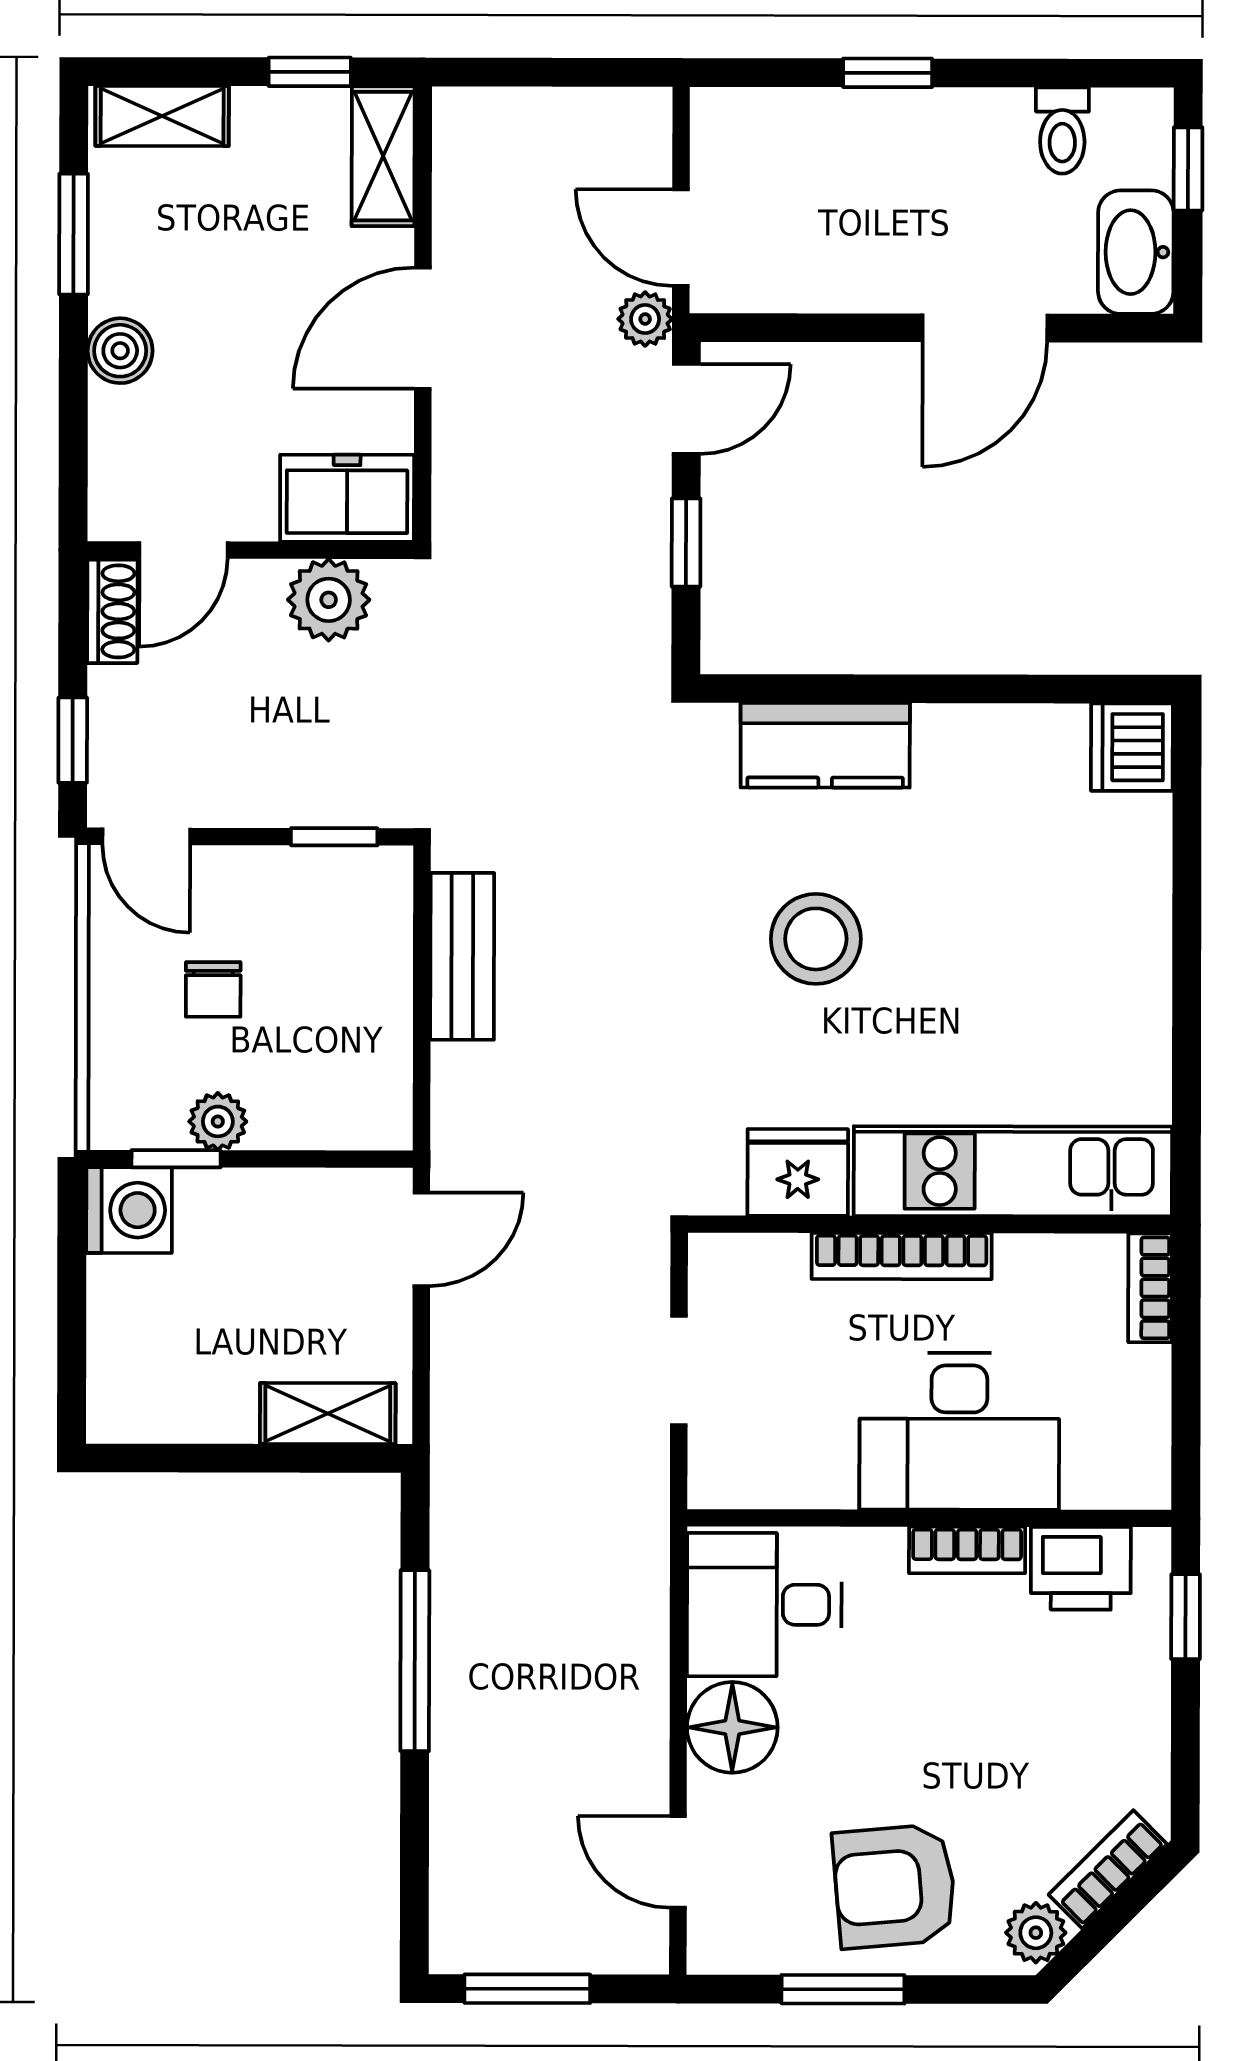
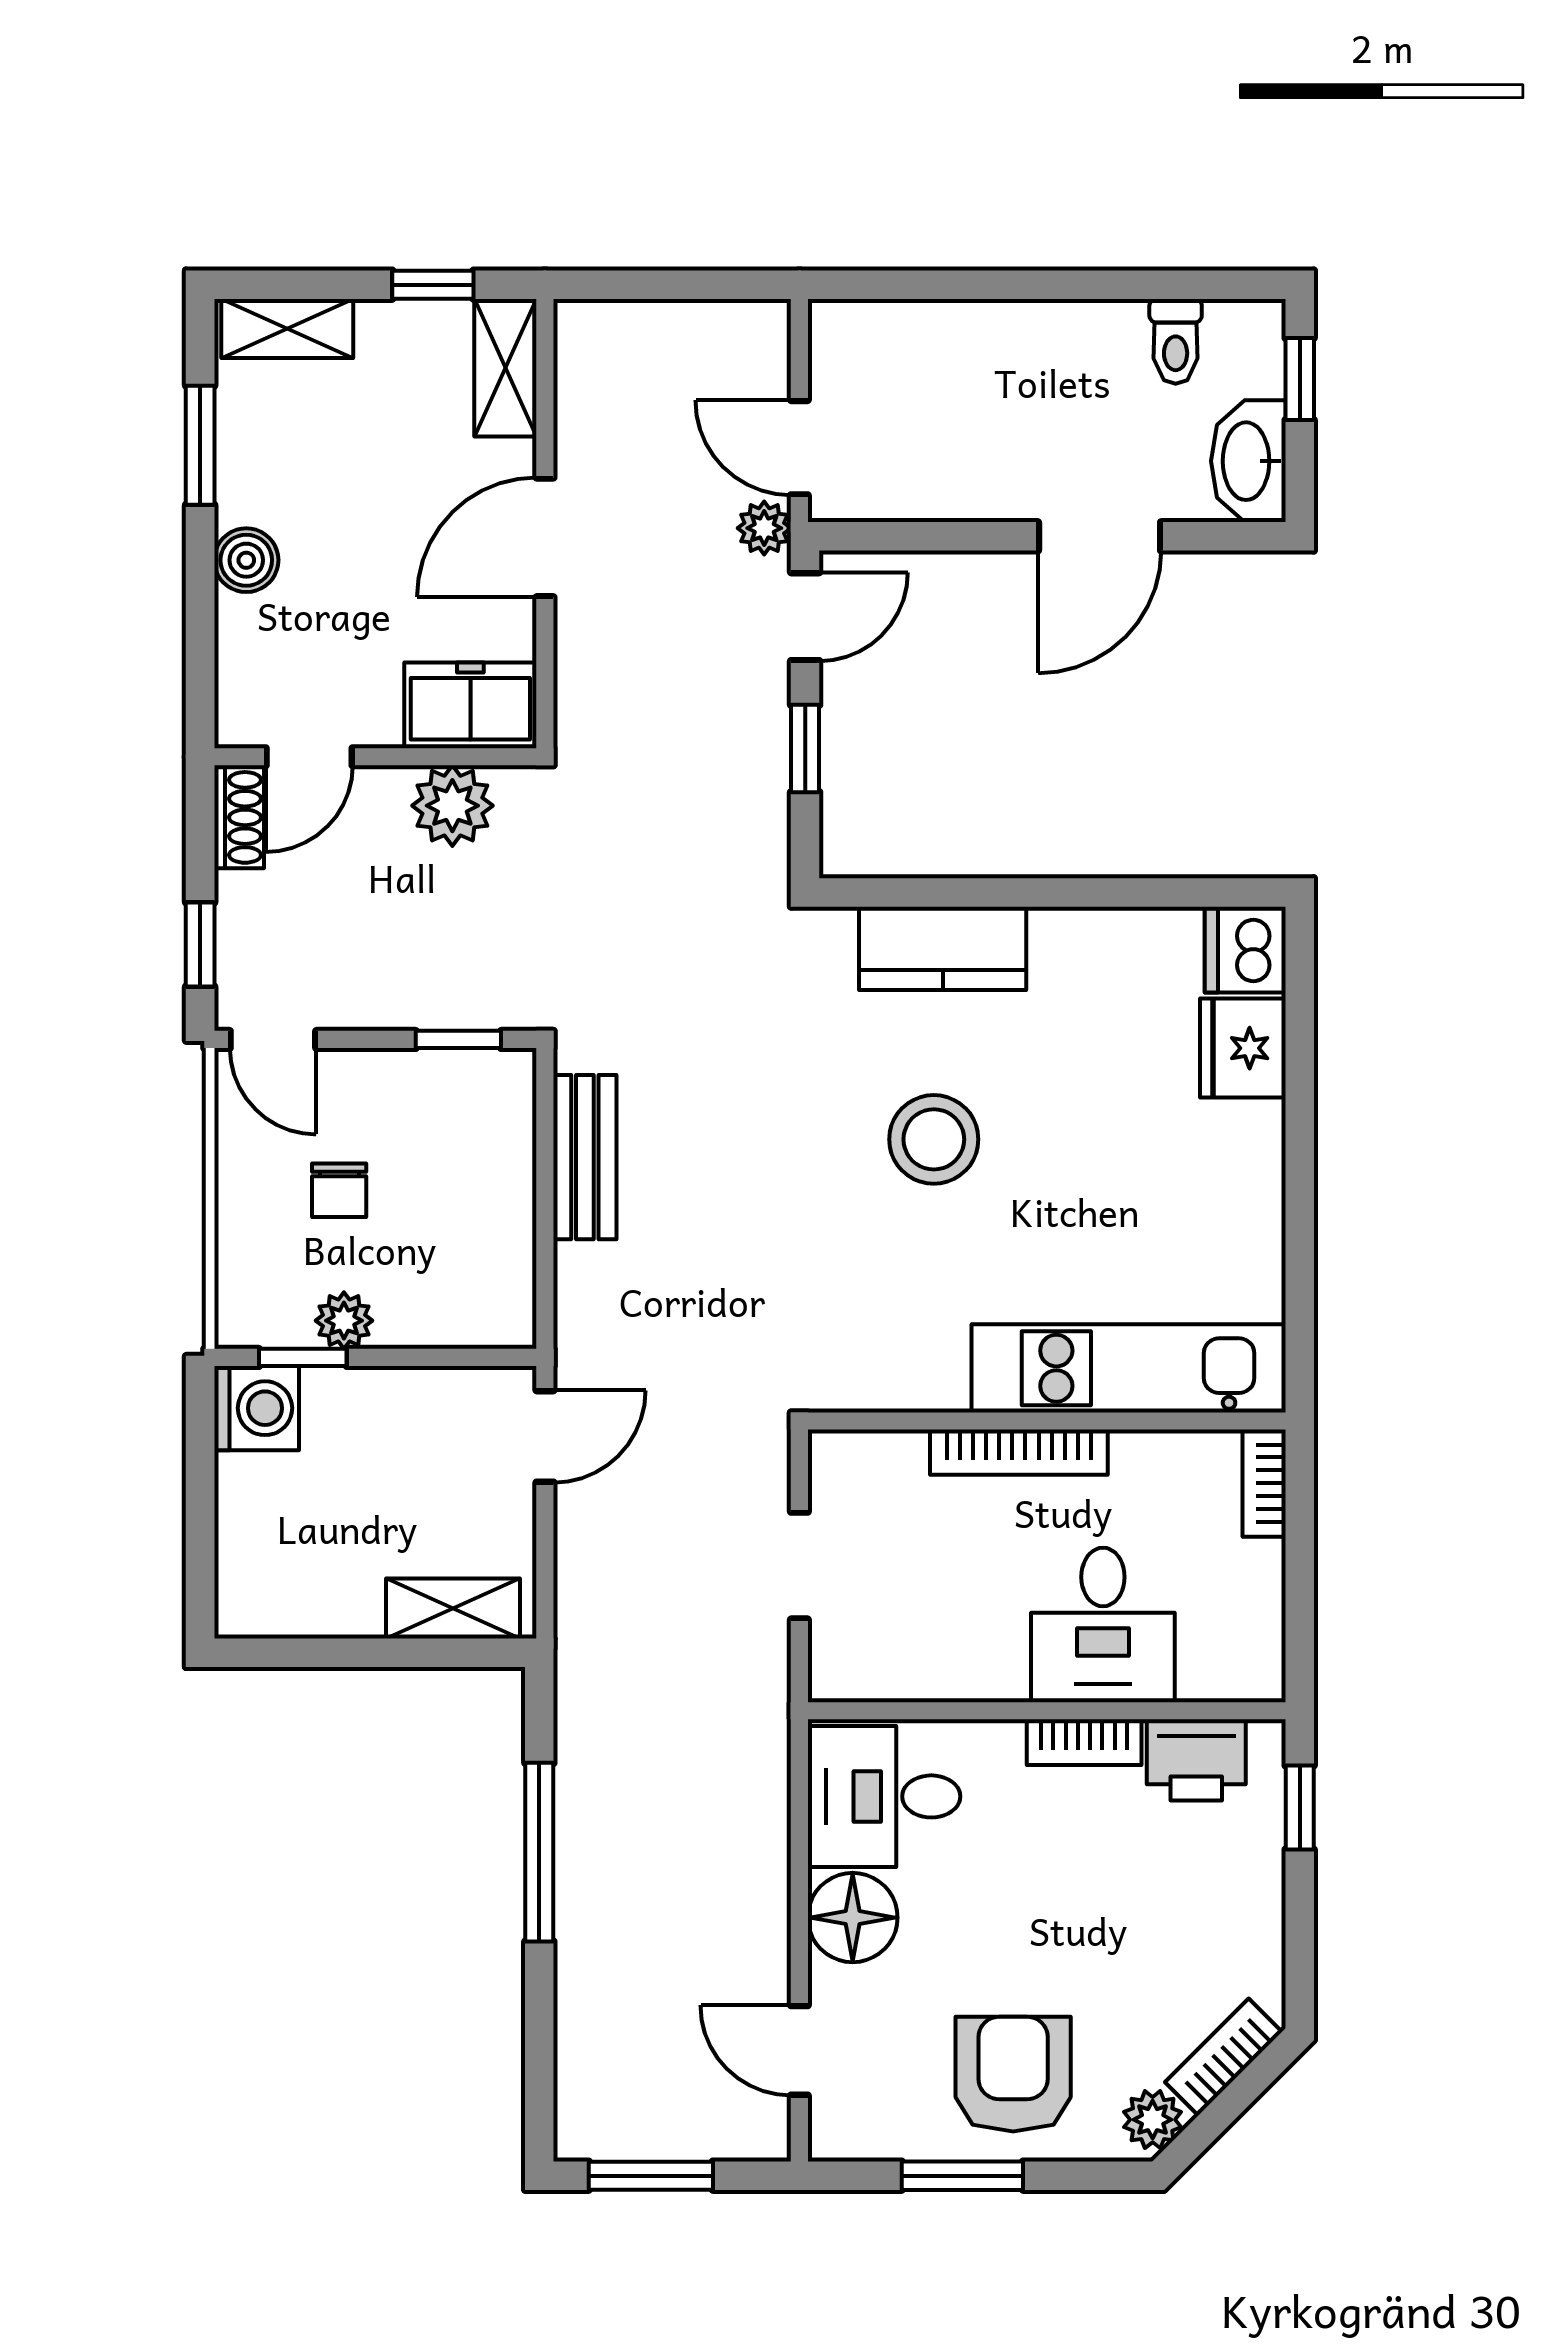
window: (888, 73) -> (1003, 285), removed
fridge: (798, 1172) -> (1243, 1048), moved, turned -90
desk: (959, 1431) -> (1103, 1625), width x0.73
armchair: (895, 1886) -> (1013, 2074), turned 95

